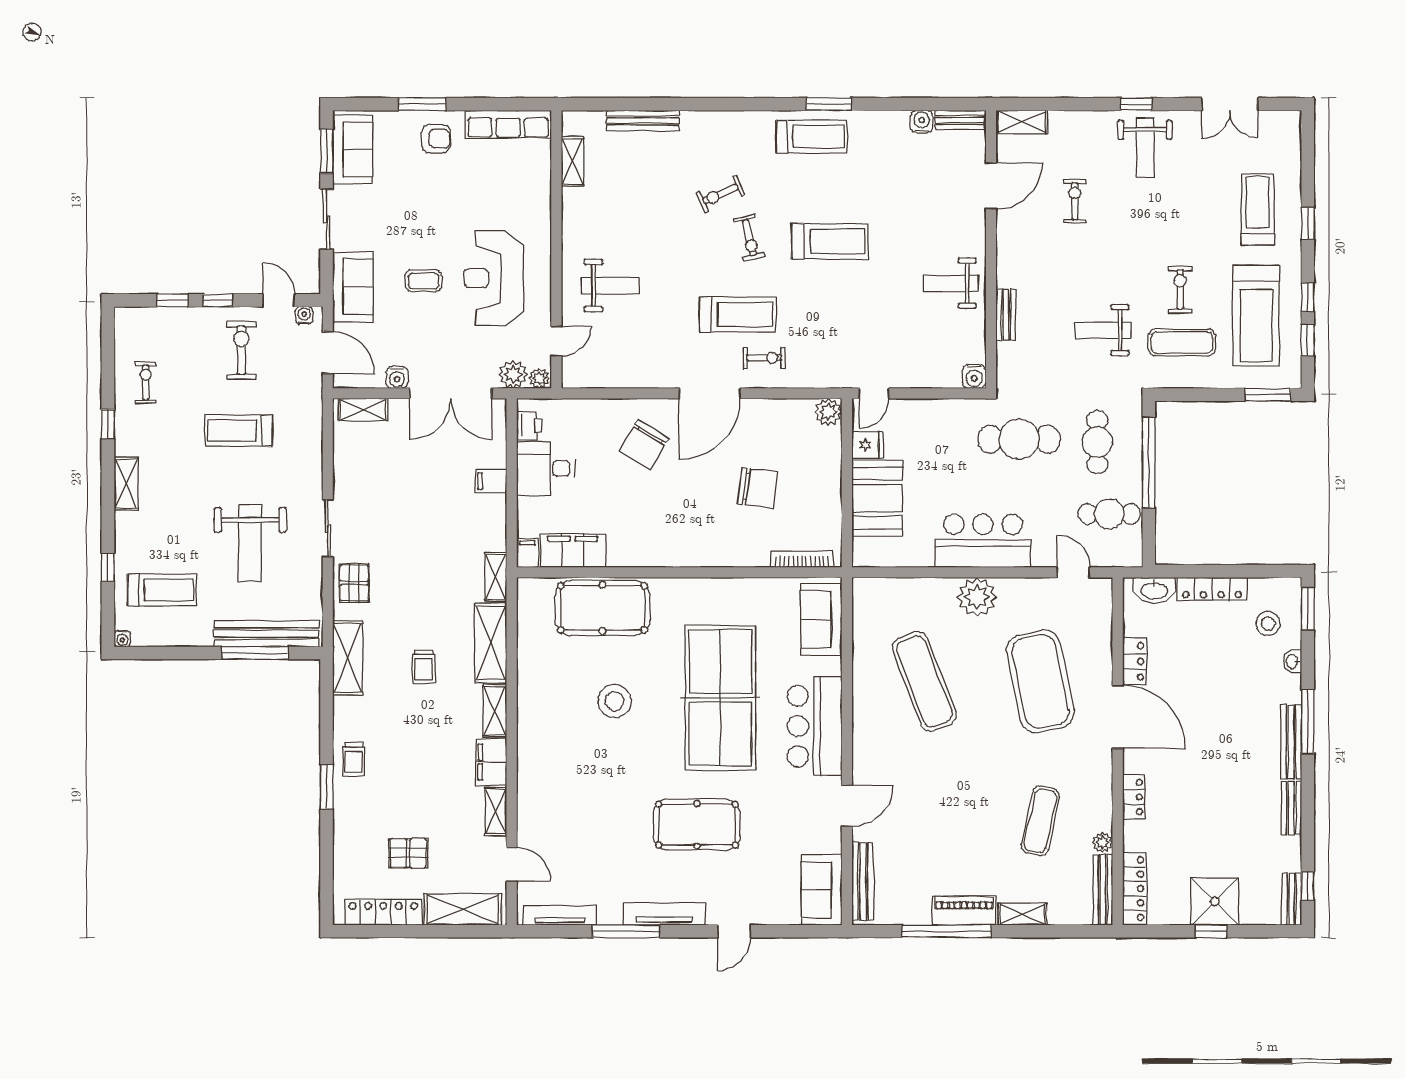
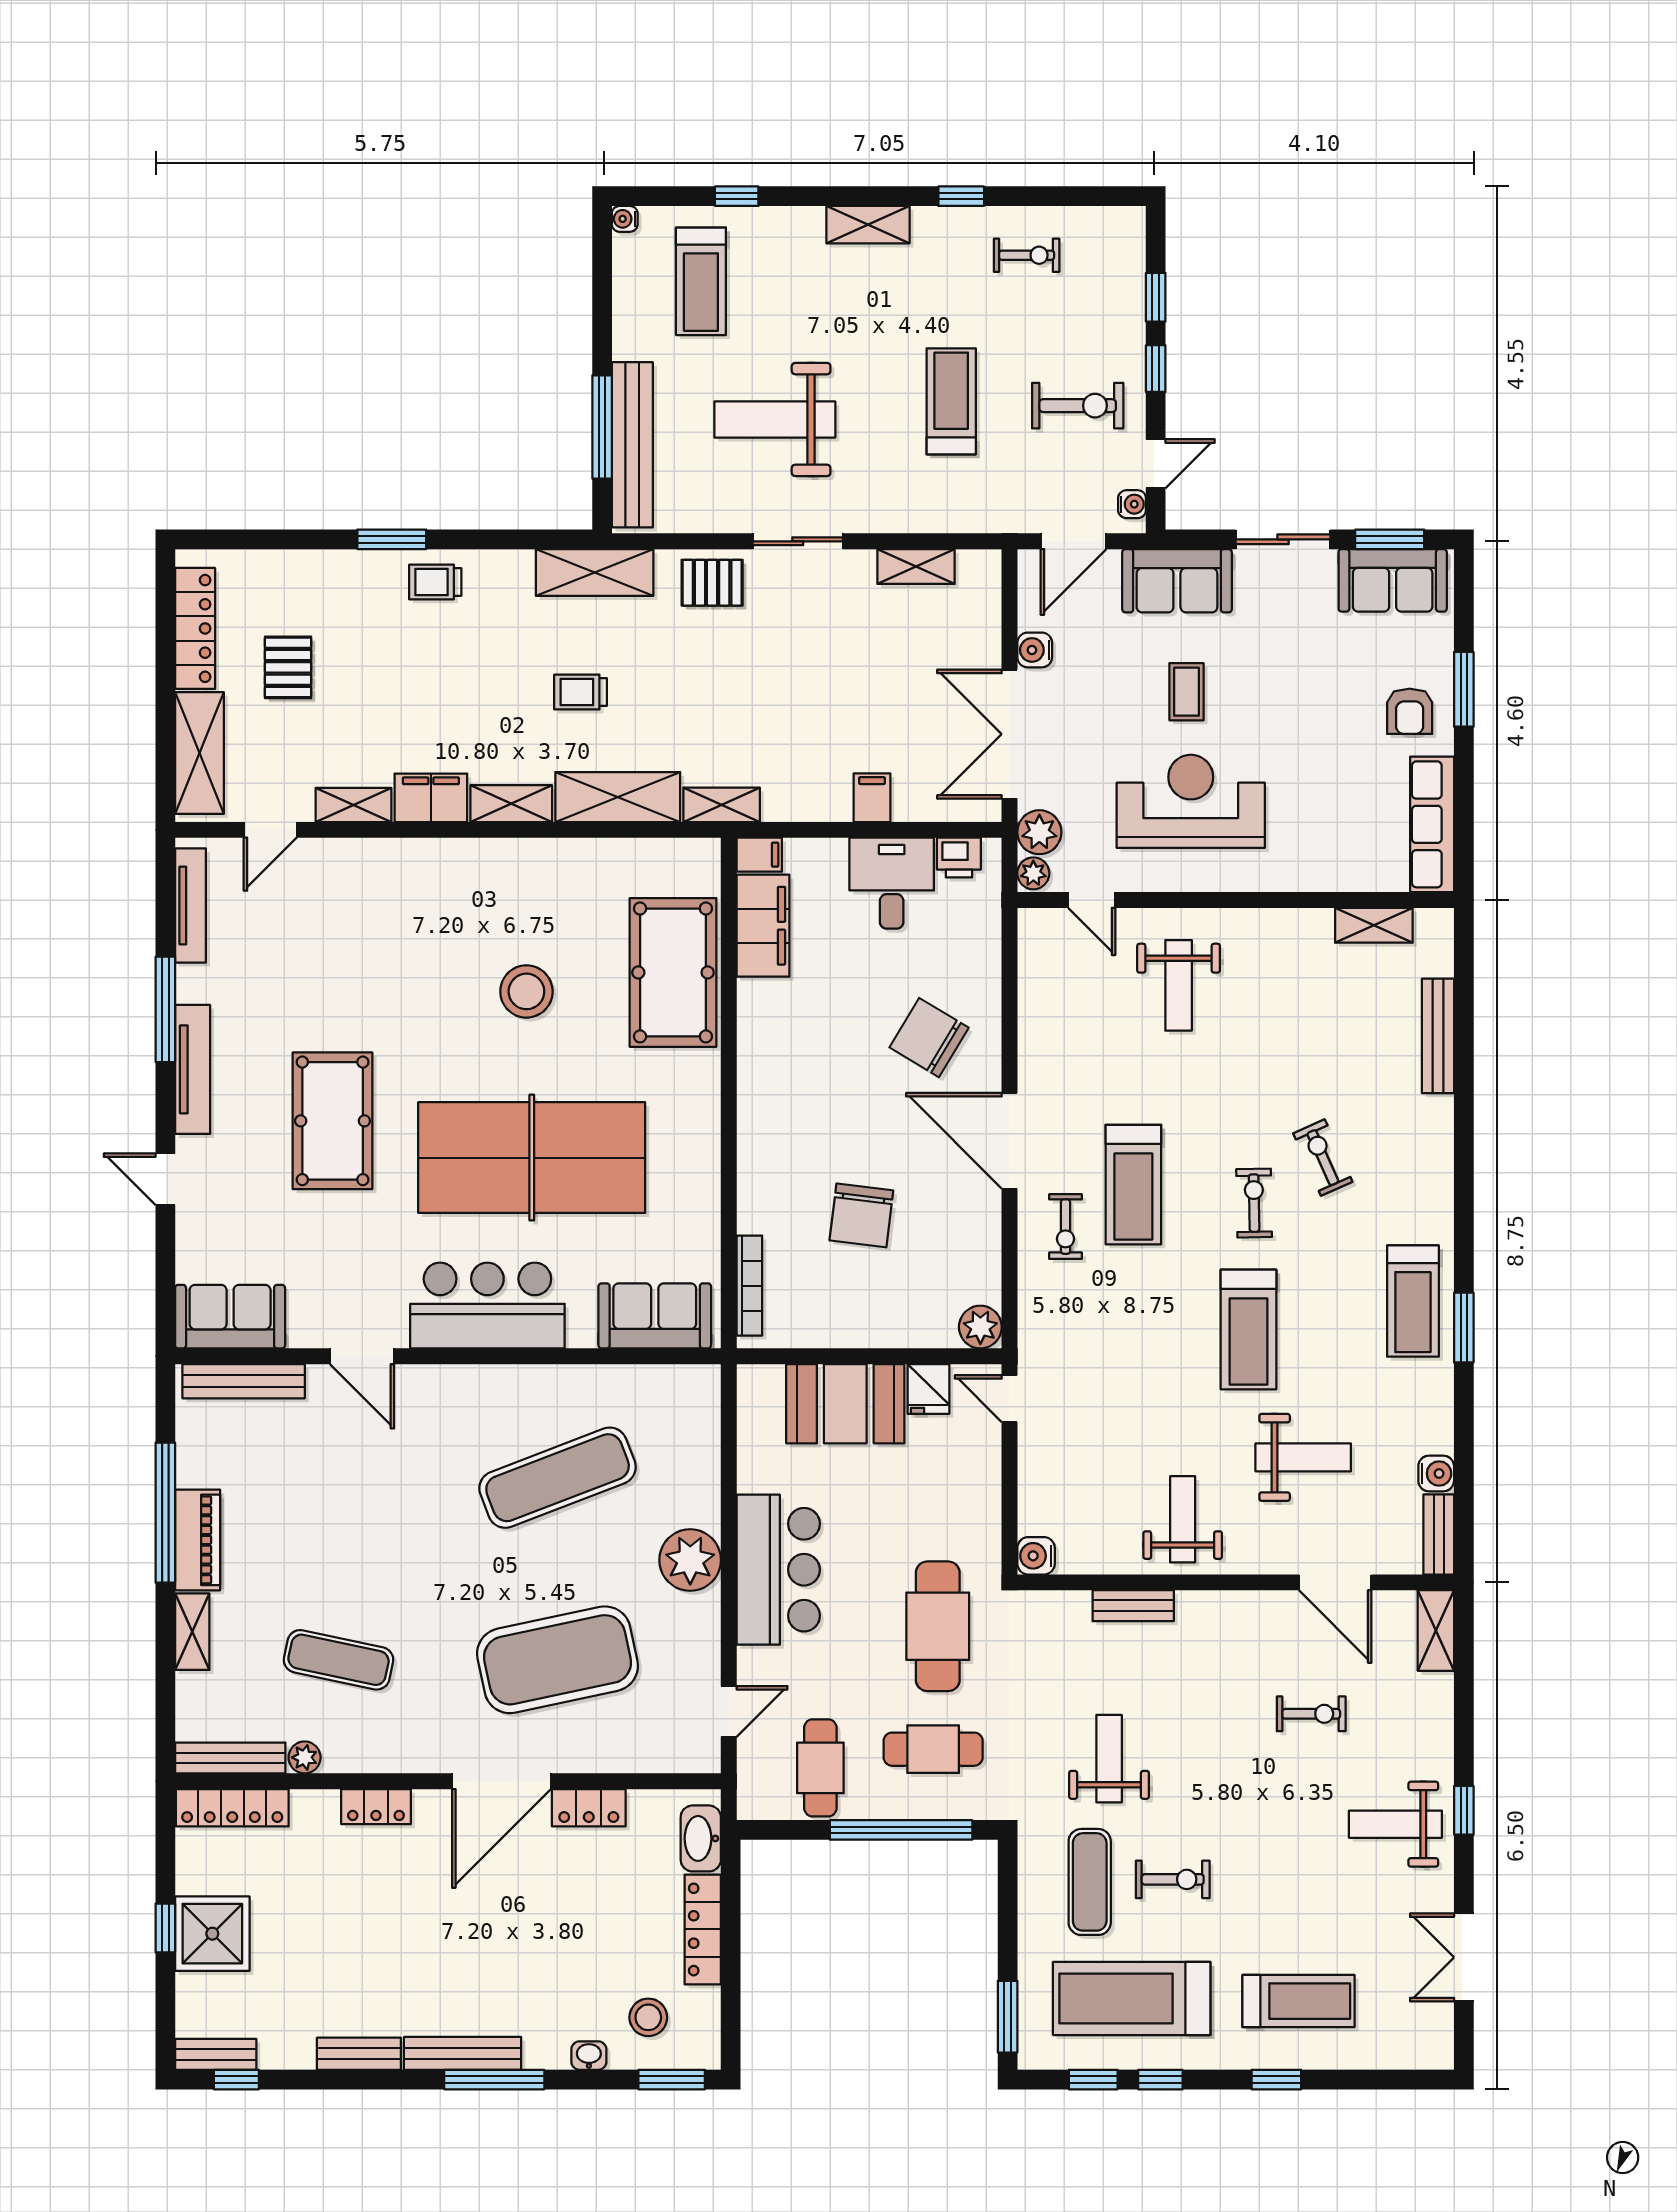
weight bench: (911, 206) -> (1303, 1457), added
exercise bike: (749, 238) -> (1254, 1203), turned 103
shelving: (363, 410) -> (916, 566), moved, turned 90

